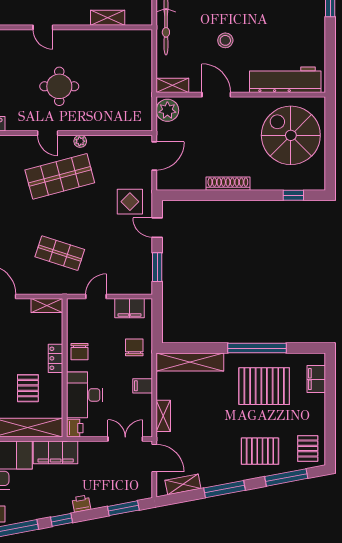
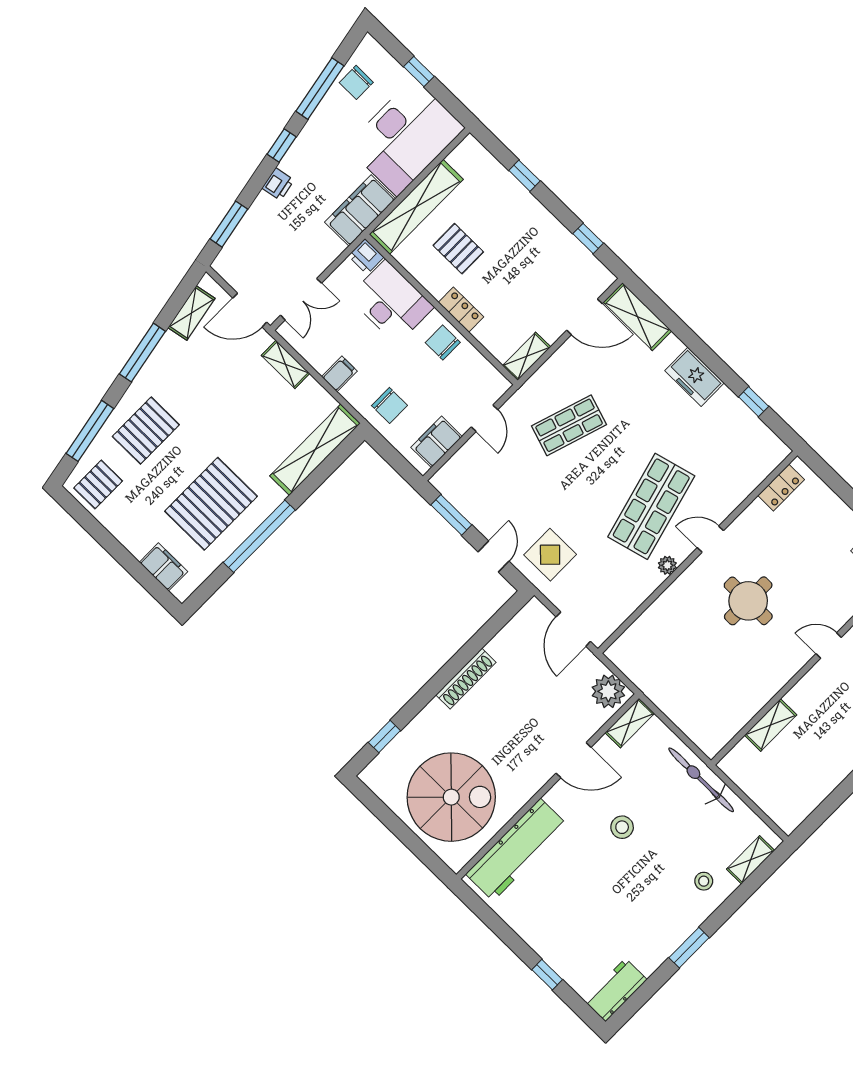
door: (157, 228) -> (494, 557), hinge flipped
pallet: (308, 449) -> (98, 484), turned 90

